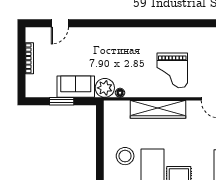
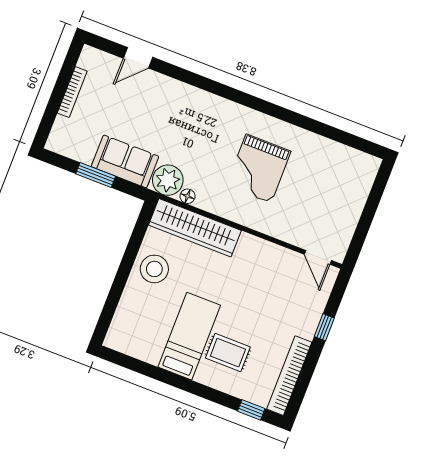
grand piano: (172, 70) -> (258, 168), moved
wardrobe: (158, 109) -> (195, 228), moved
stool: (125, 156) -> (154, 269), moved

